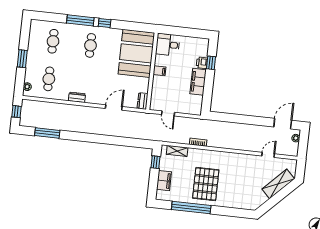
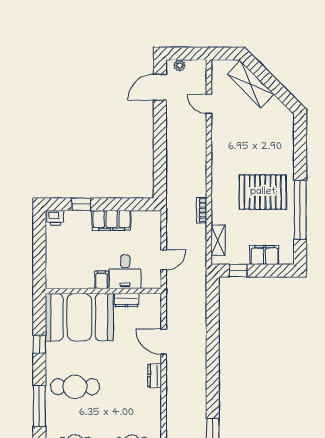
window: (105, 23) -> (39, 344), moved
cafe table: (90, 45) -> (75, 387), width x1.37, depth x1.35
desk: (168, 45) -> (125, 272), moved
printer: (202, 63) -> (55, 218), moved
dresser: (77, 97) -> (155, 376), moved
dresser: (142, 101) -> (127, 300), moved
door: (283, 124) -> (160, 87), hinge flipped

